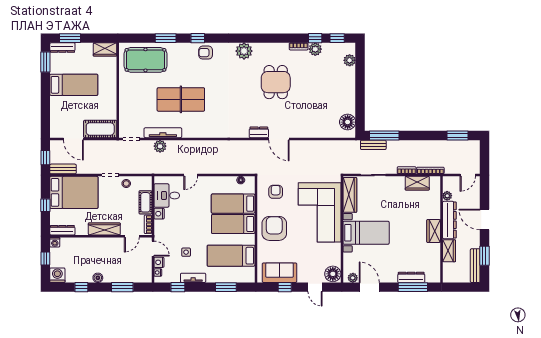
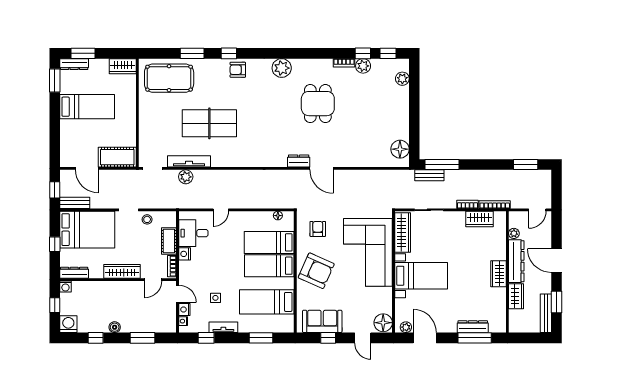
armchair: (274, 228) -> (316, 271), turned 114

